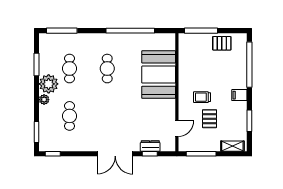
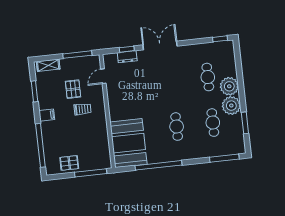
booth: (159, 75) -> (128, 143), moved
plant: (44, 100) -> (229, 86), width x1.88, depth x1.88
window: (37, 132) -> (238, 58), removed

